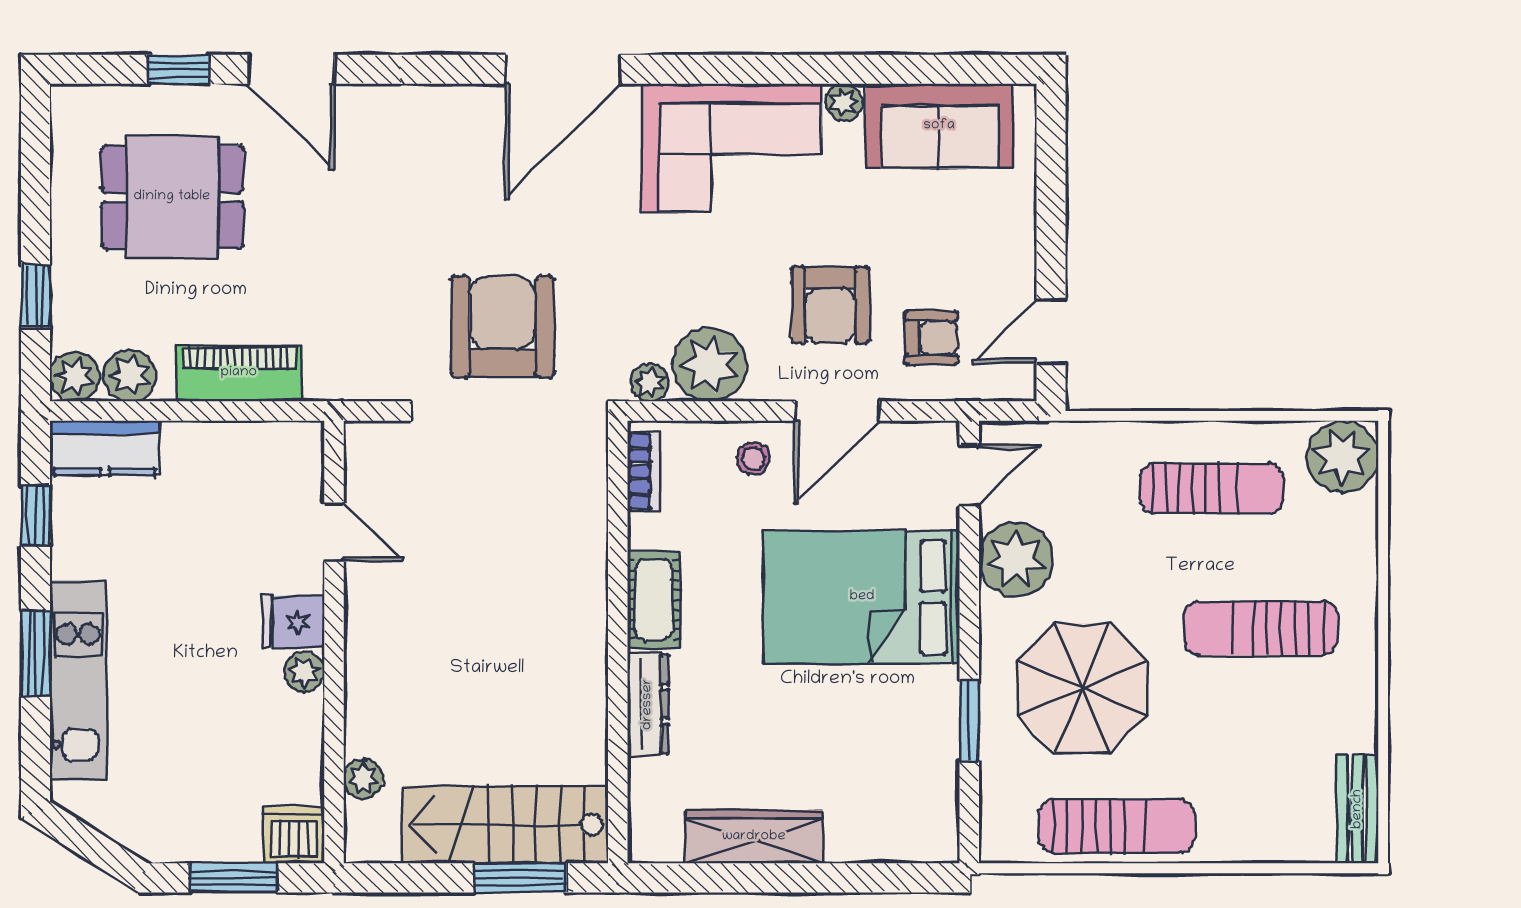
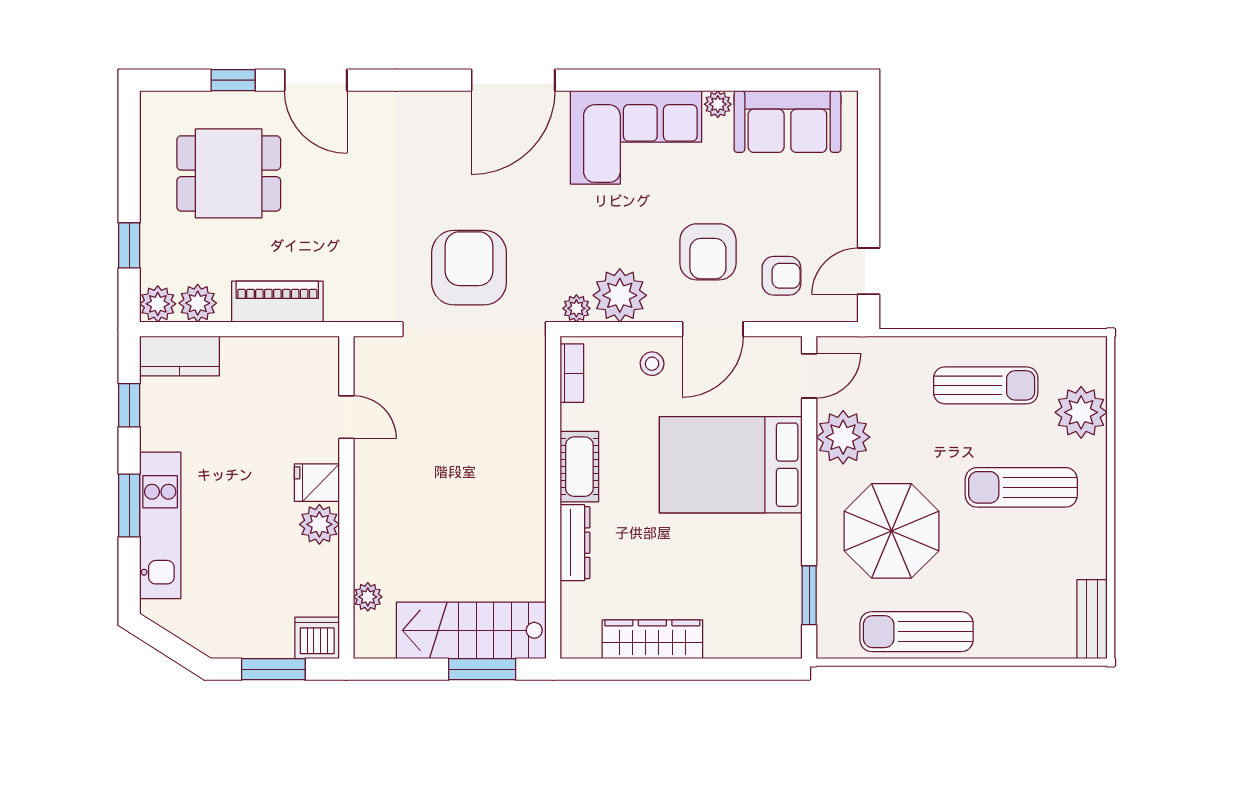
plant: (1342, 456) -> (1081, 412), moved
plant: (304, 672) -> (319, 524), width x1.38, depth x1.38
window: (969, 721) -> (809, 595), moved
sun lounger: (1117, 826) -> (917, 632), turned 180

